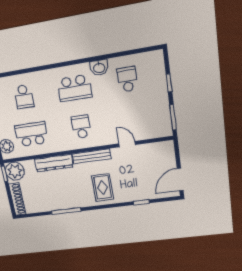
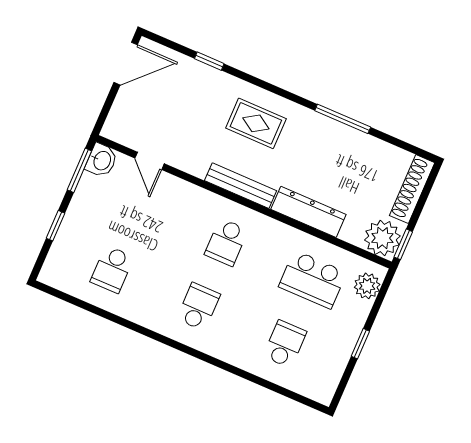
washbasin: (99, 68) -> (102, 160), moved, turned 90
school desk: (74, 88) -> (198, 307), width x0.54
door: (127, 144) -> (150, 161), moved
rug: (103, 188) -> (256, 123), turned 90

